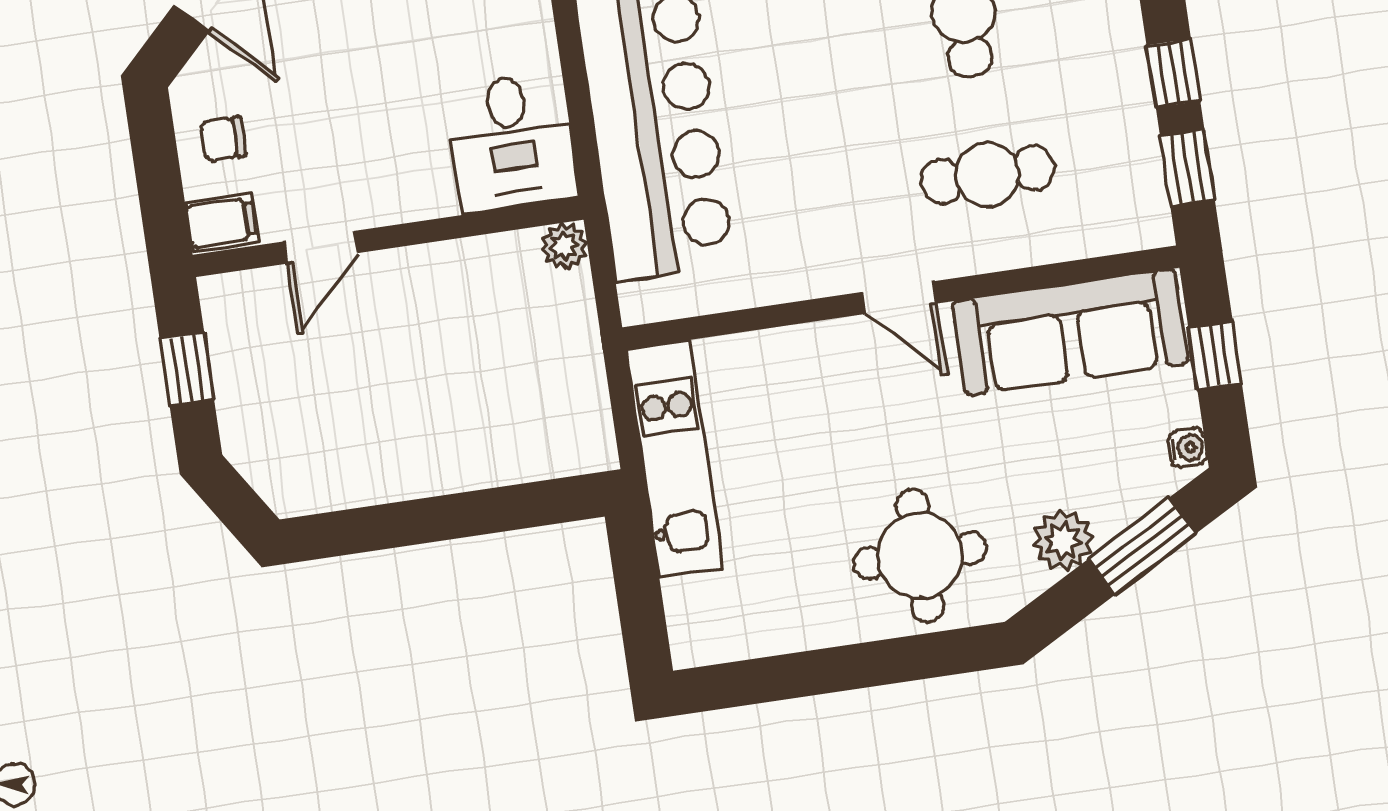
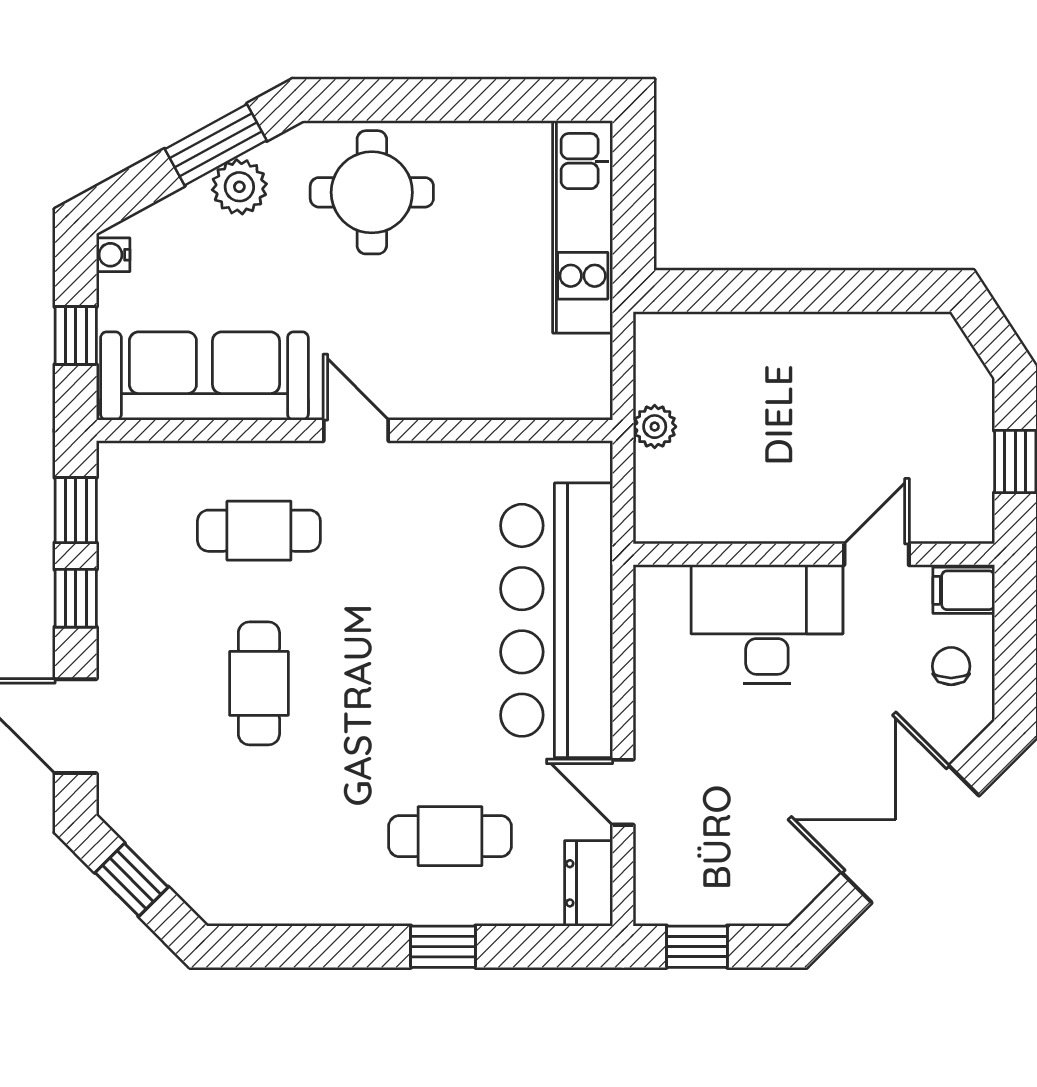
chair: (223, 139) -> (951, 666), turned -90
desk: (512, 142) -> (767, 624), moved, width x1.37
plant: (564, 246) -> (655, 427), moved
kitchen unit: (674, 459) -> (583, 227), moved
window: (1142, 546) -> (216, 145), moved

